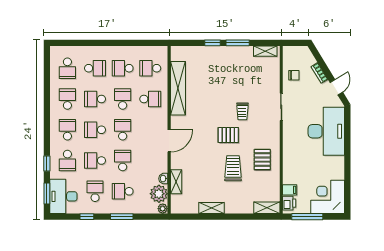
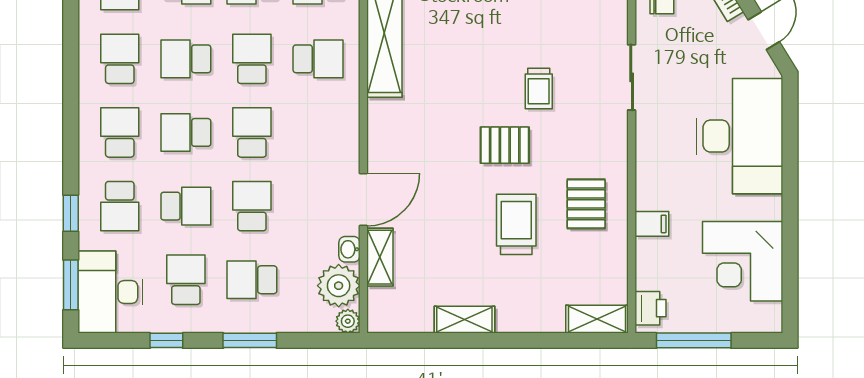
door: (169, 141) -> (363, 200), moved
school desk: (95, 161) -> (186, 206), turned 180
filing cabinet: (290, 190) -> (652, 224), moved
corner desk: (328, 197) -> (743, 261), moved, turned -90

